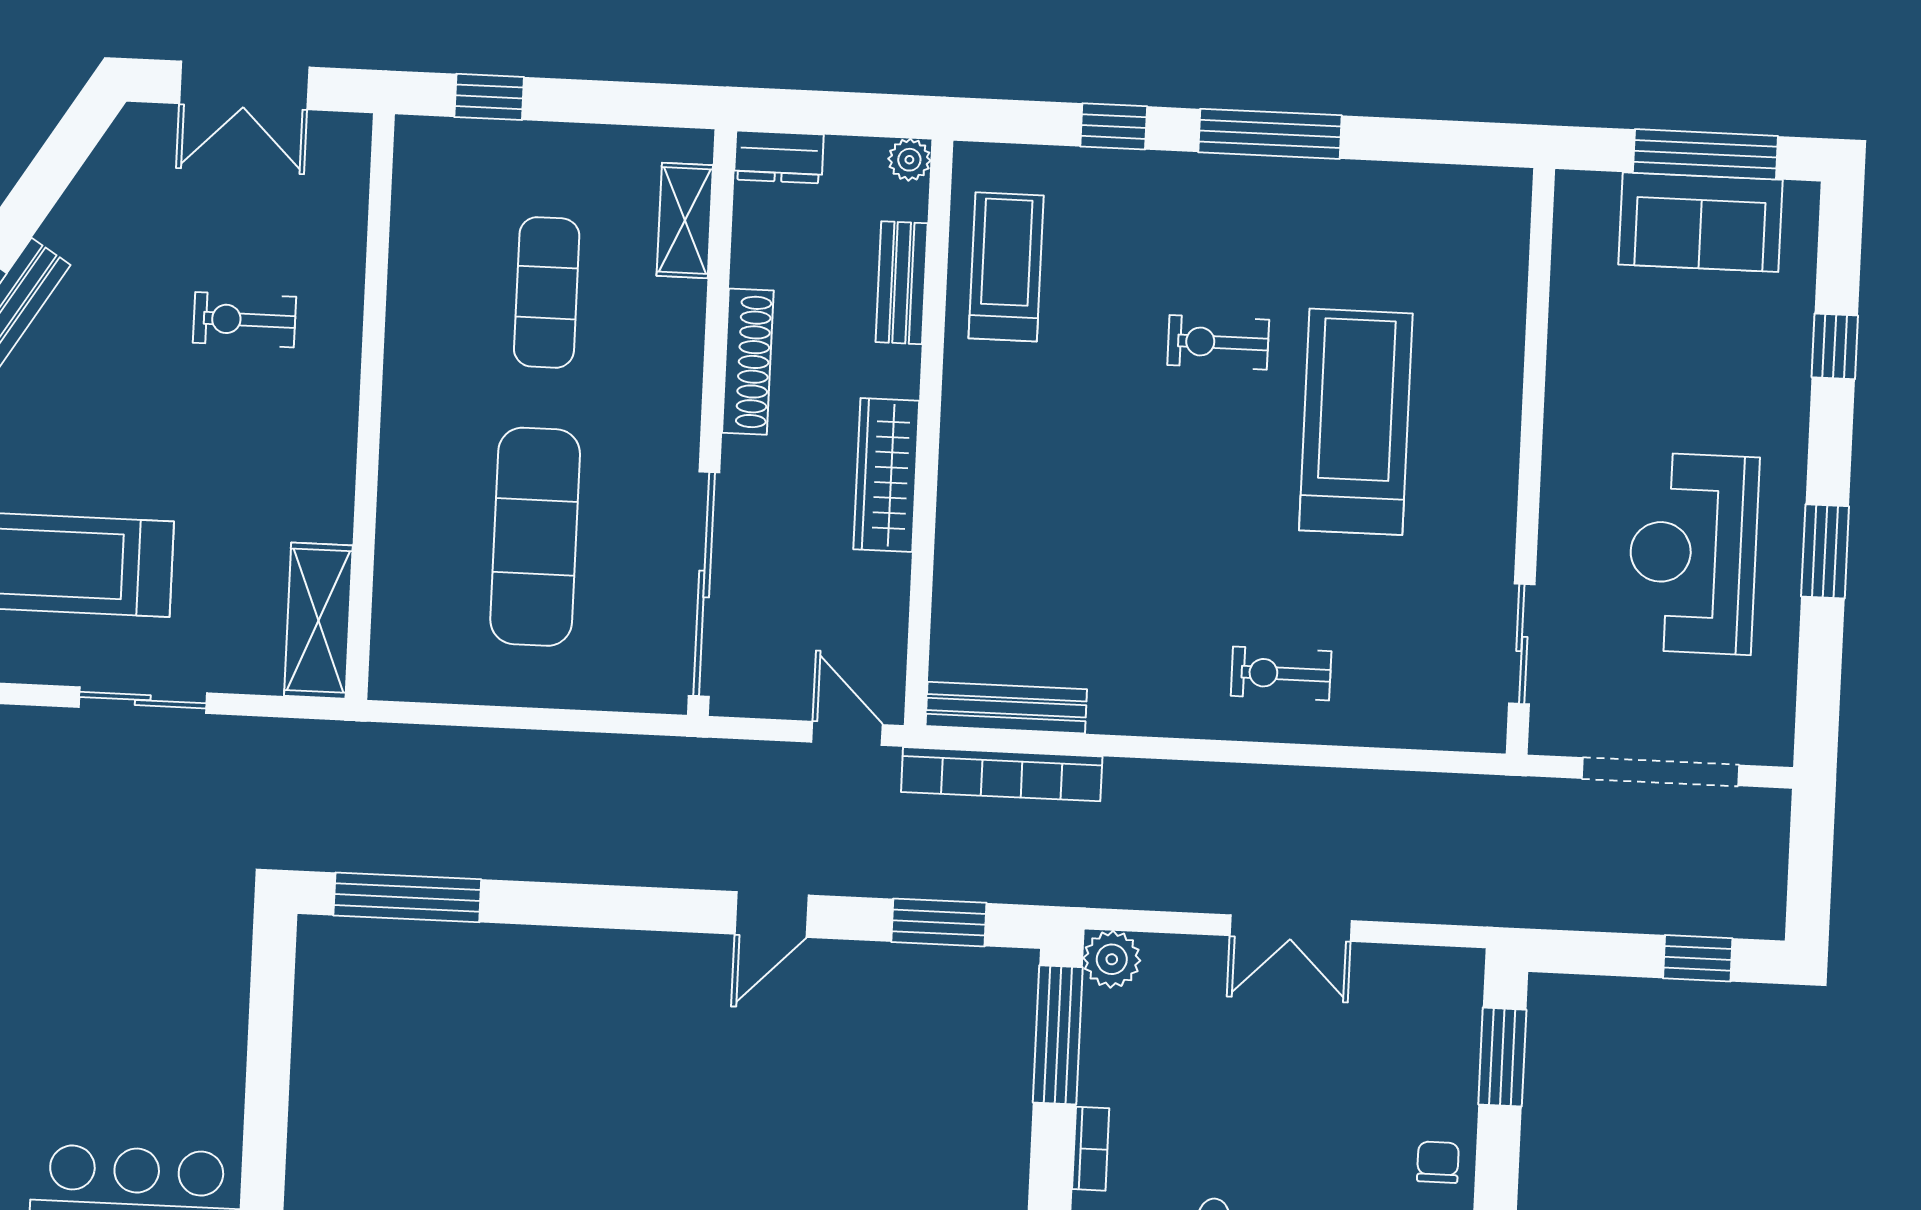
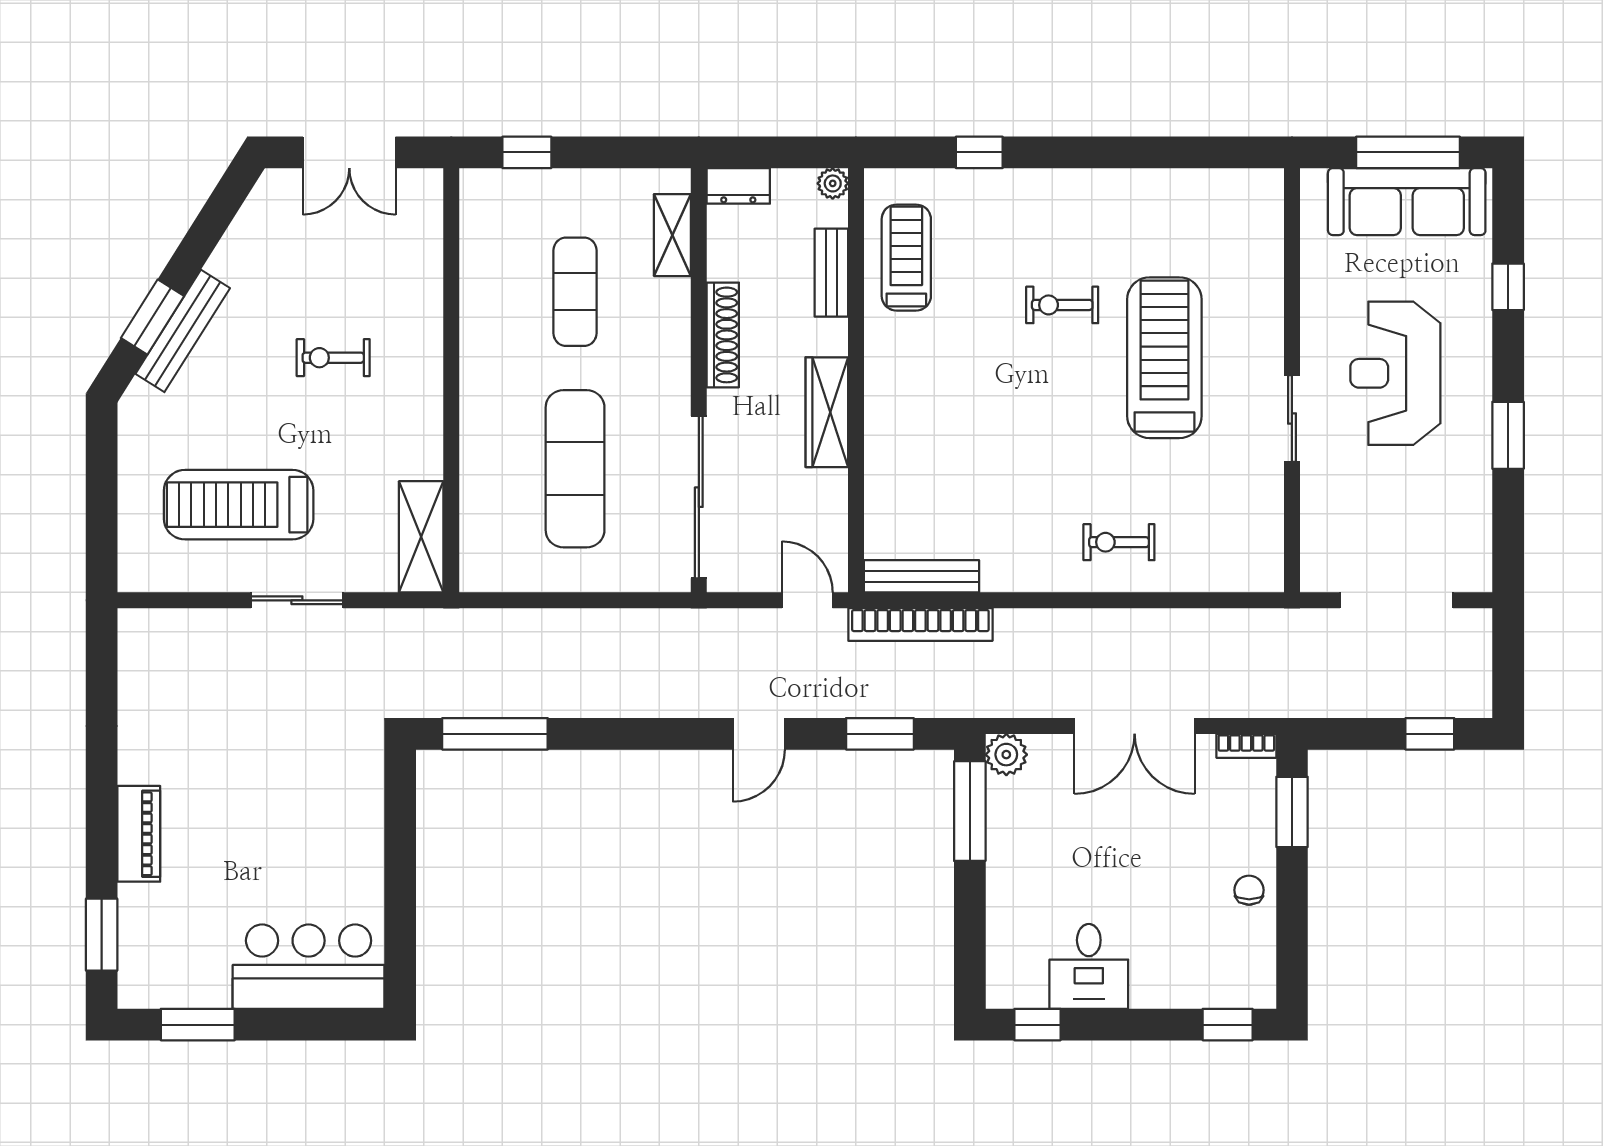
window: (1270, 134) -> (1093, 152), removed
sofa: (1700, 222) -> (1407, 202), width x1.36
exercise bike: (244, 320) -> (333, 358), moved
reception desk: (1693, 553) -> (1395, 373), moved
sliding door: (1522, 644) -> (1292, 419), moved
double door: (1291, 928) -> (1135, 726), width x1.37
bookcase: (1091, 1149) -> (1246, 746), moved, turned 90

